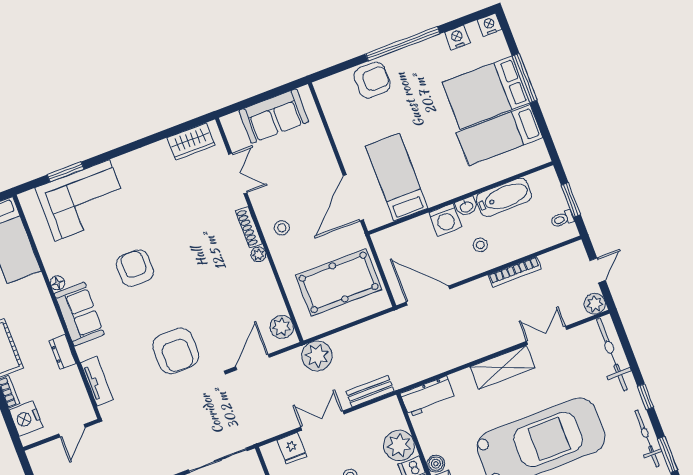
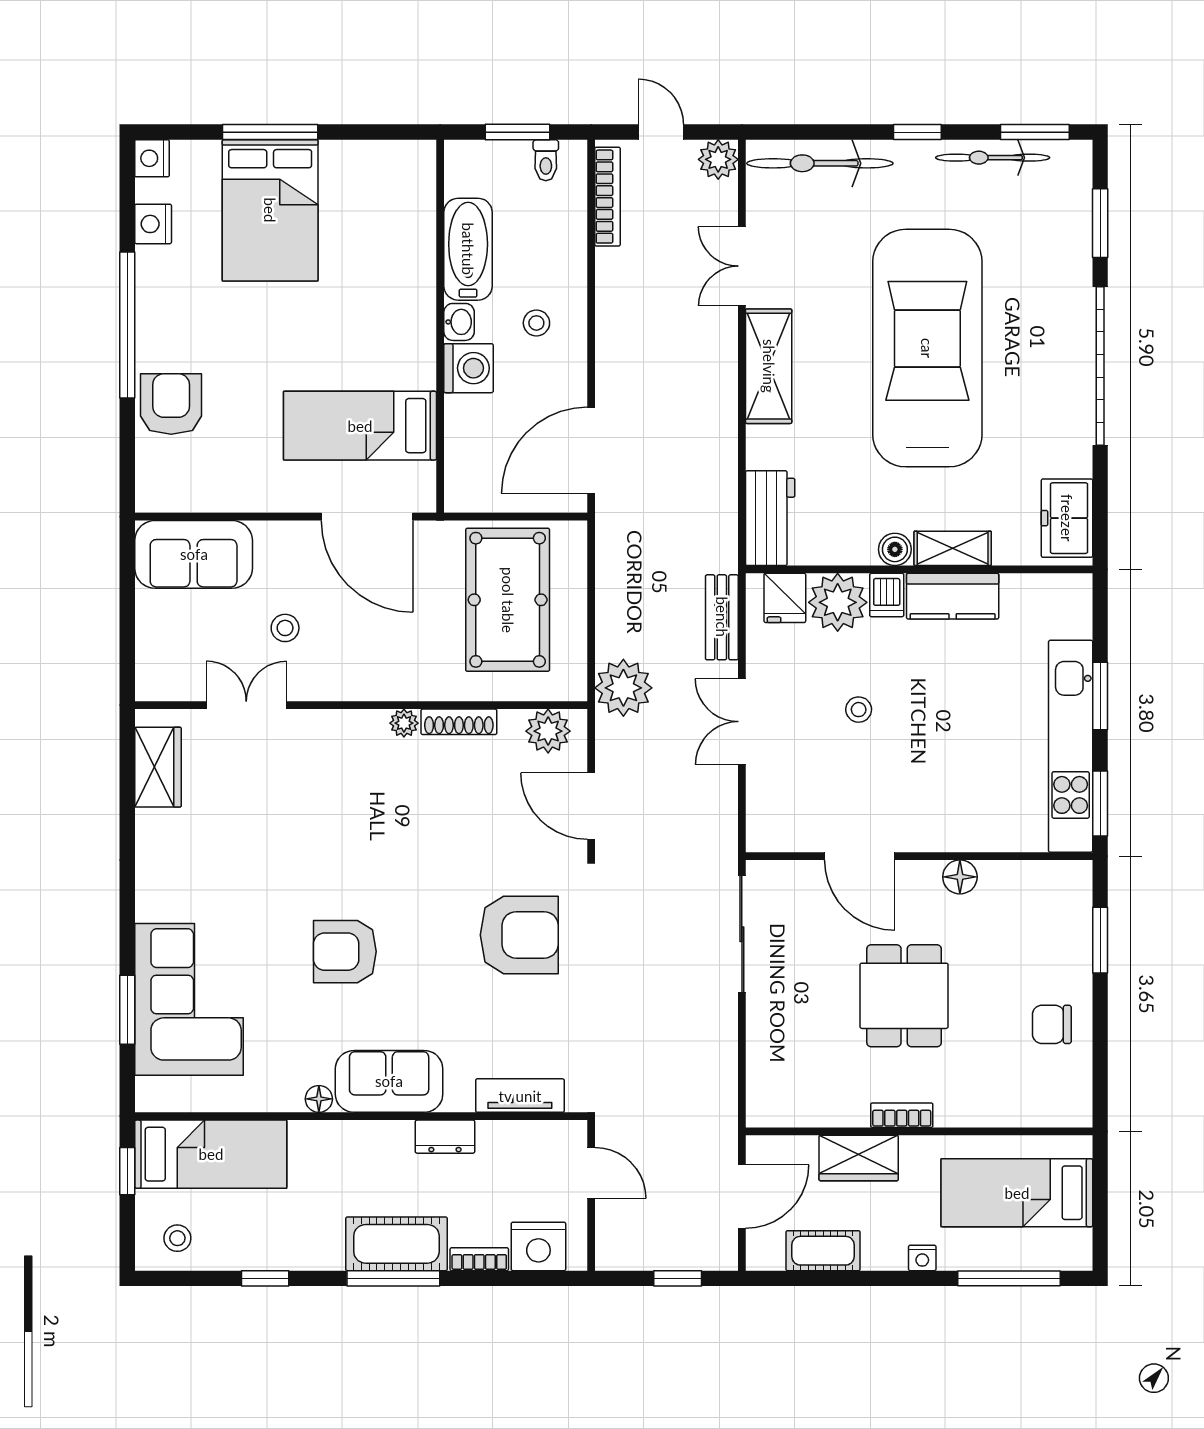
sofa: (274, 116) -> (194, 554), moved, turned 90
bed: (500, 135) -> (355, 215), removed
shoe rack: (249, 227) -> (459, 722), moved
stool: (282, 228) -> (285, 628), moved
bookcase: (515, 272) -> (607, 197), moved
fridge: (292, 448) -> (785, 598), moved, turned 90

